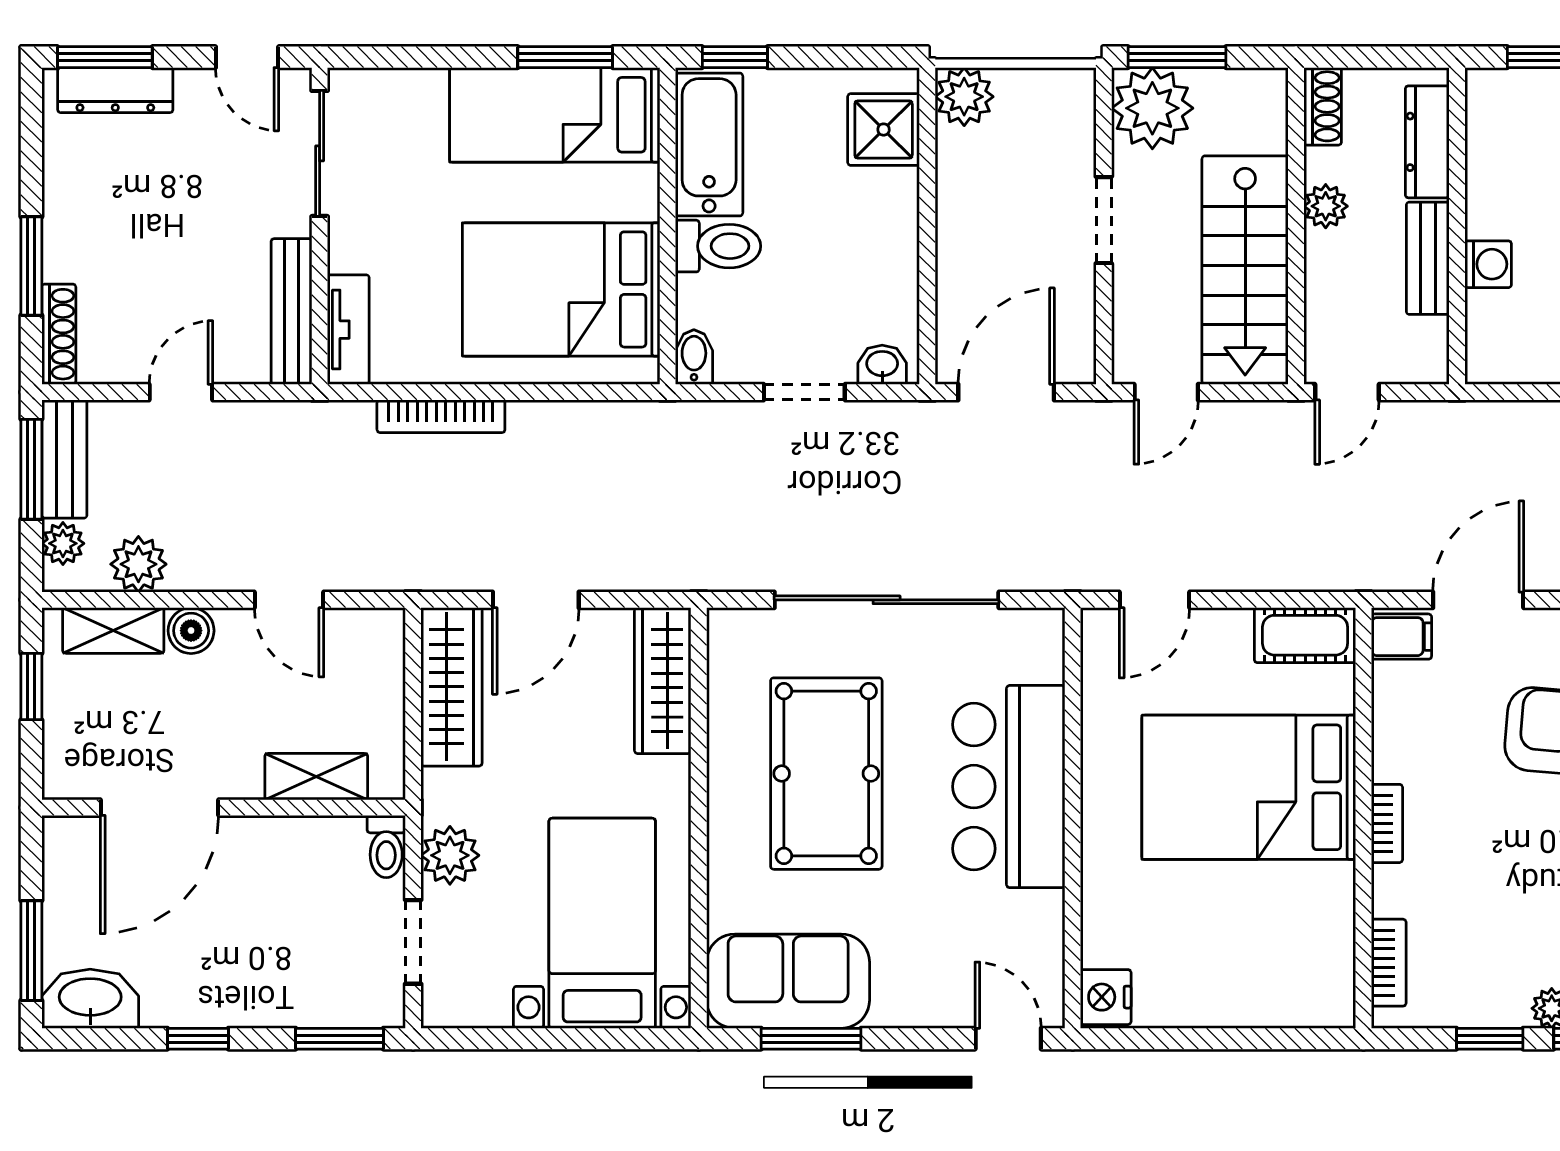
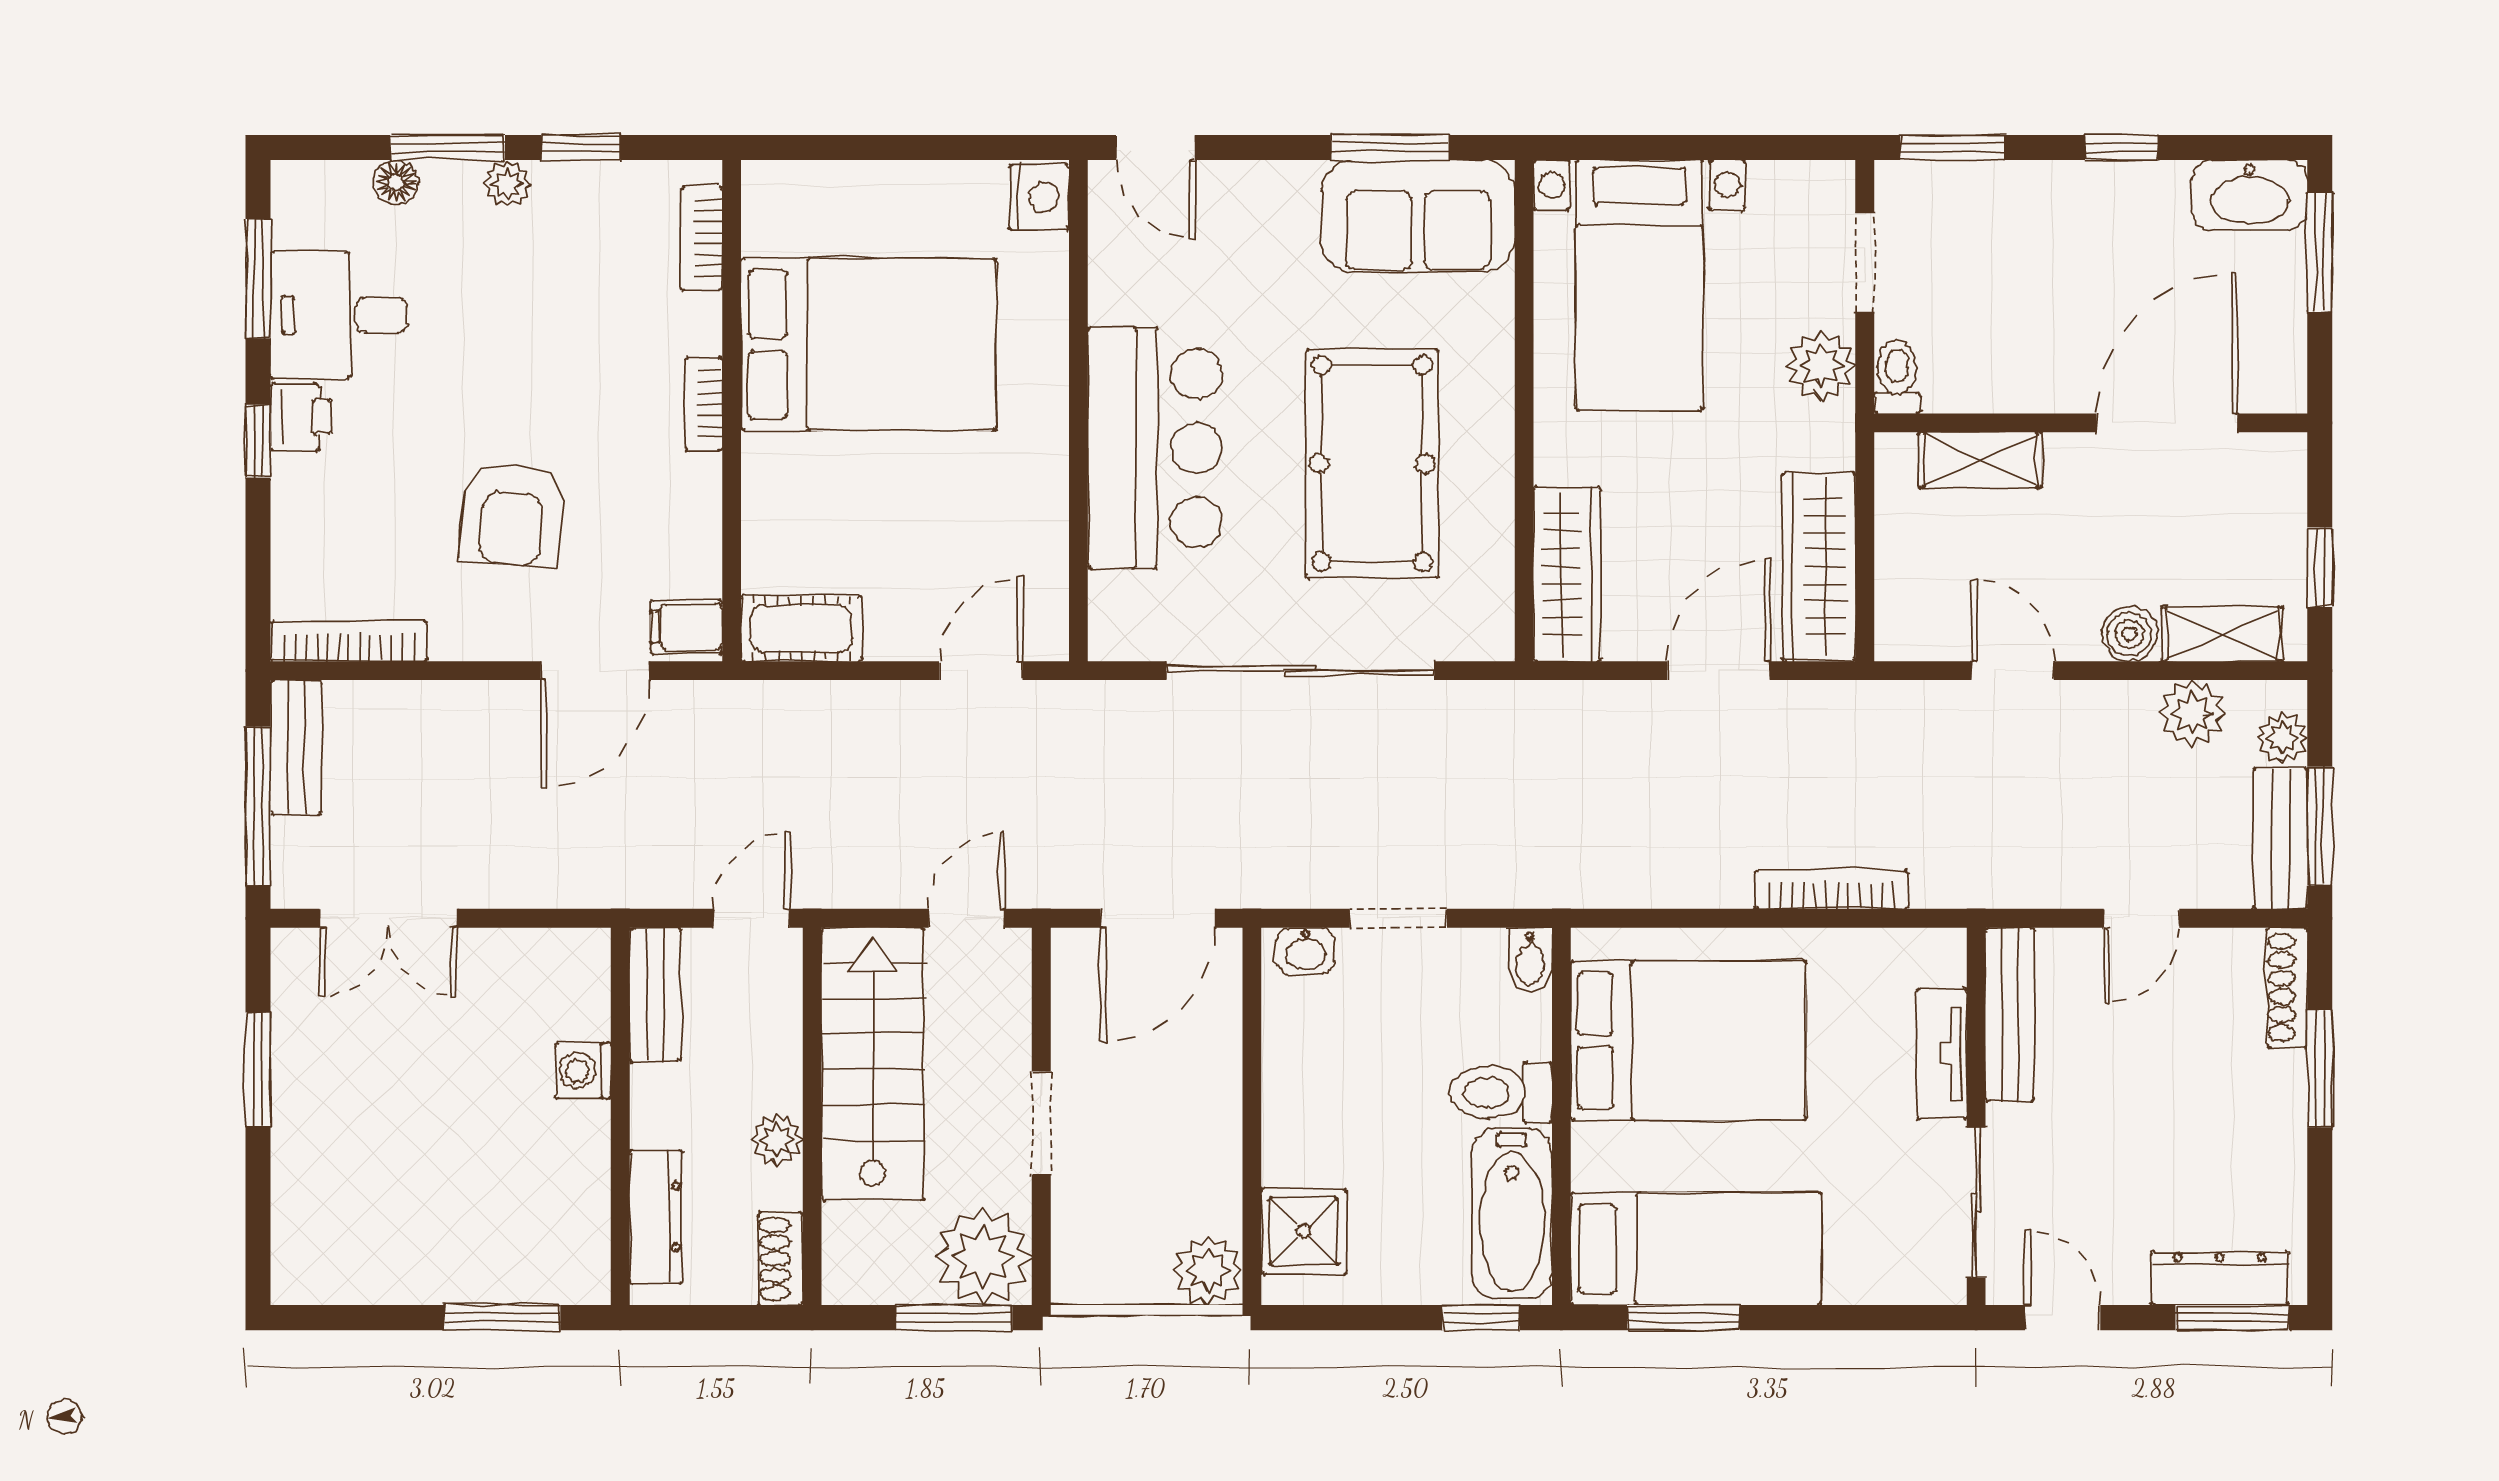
bench: (1428, 258) -> (655, 995), moved
tv unit: (348, 330) -> (1942, 1054), moved
bed: (1249, 787) -> (868, 345), moved

